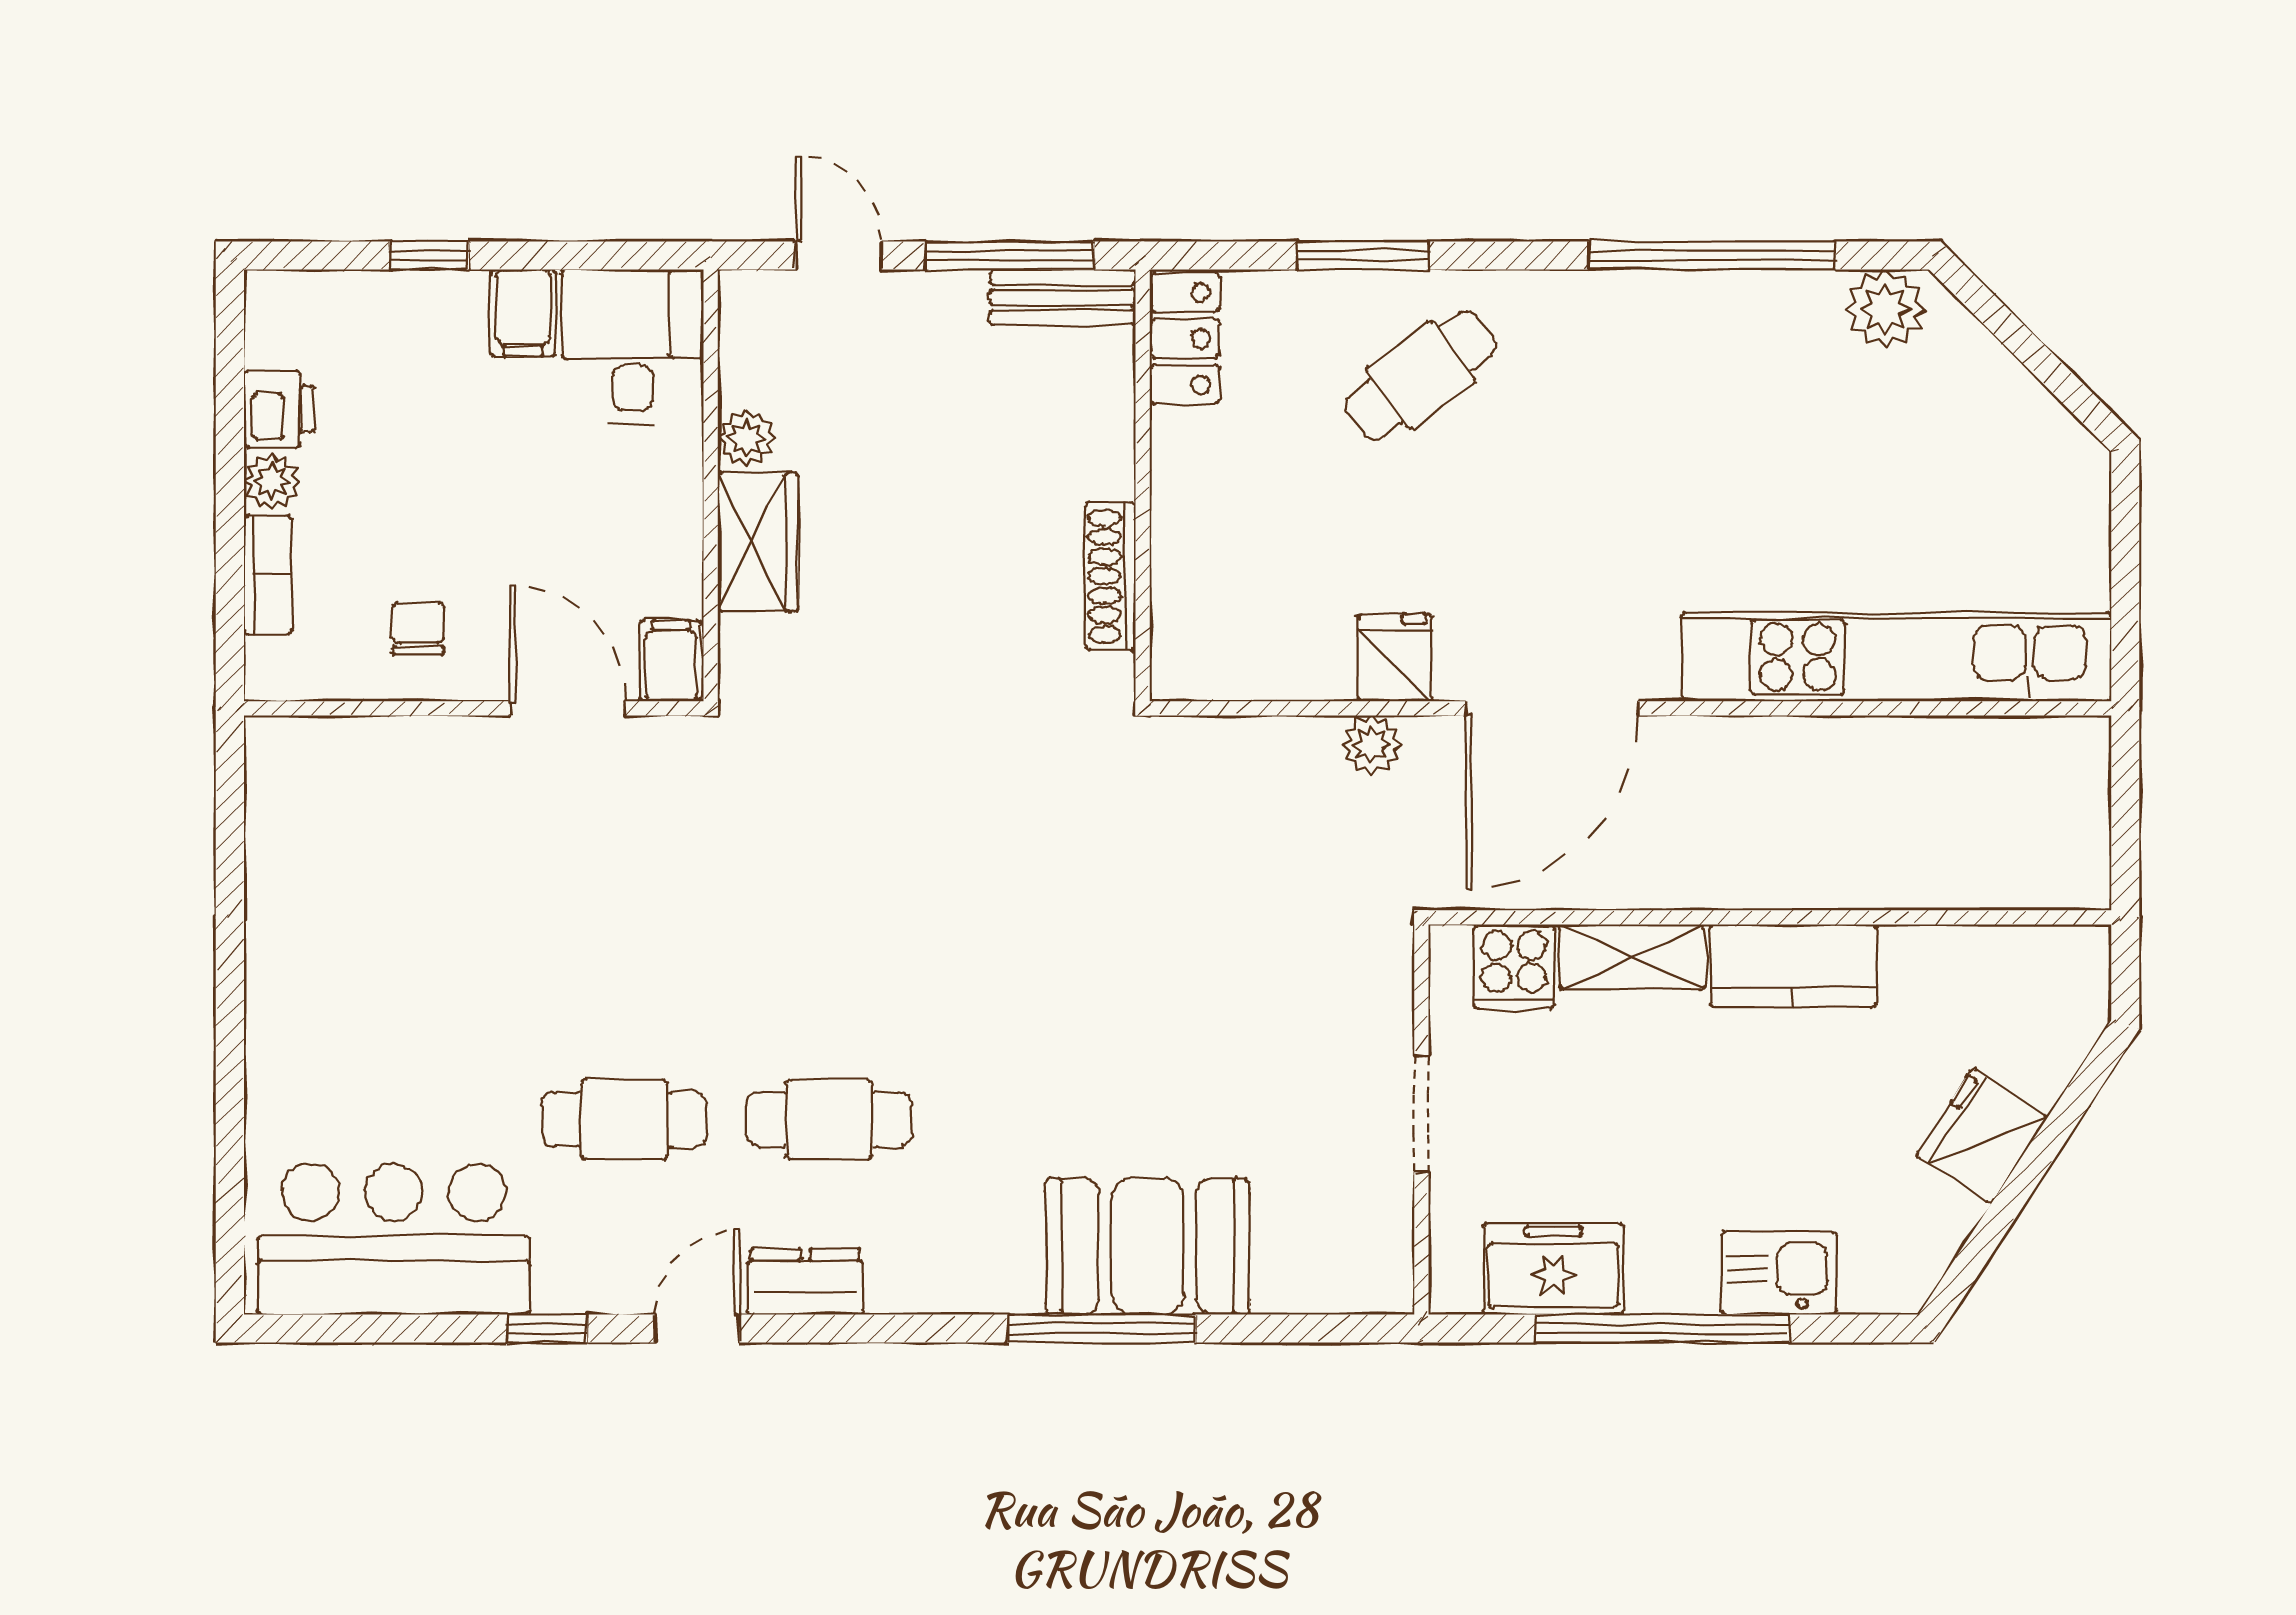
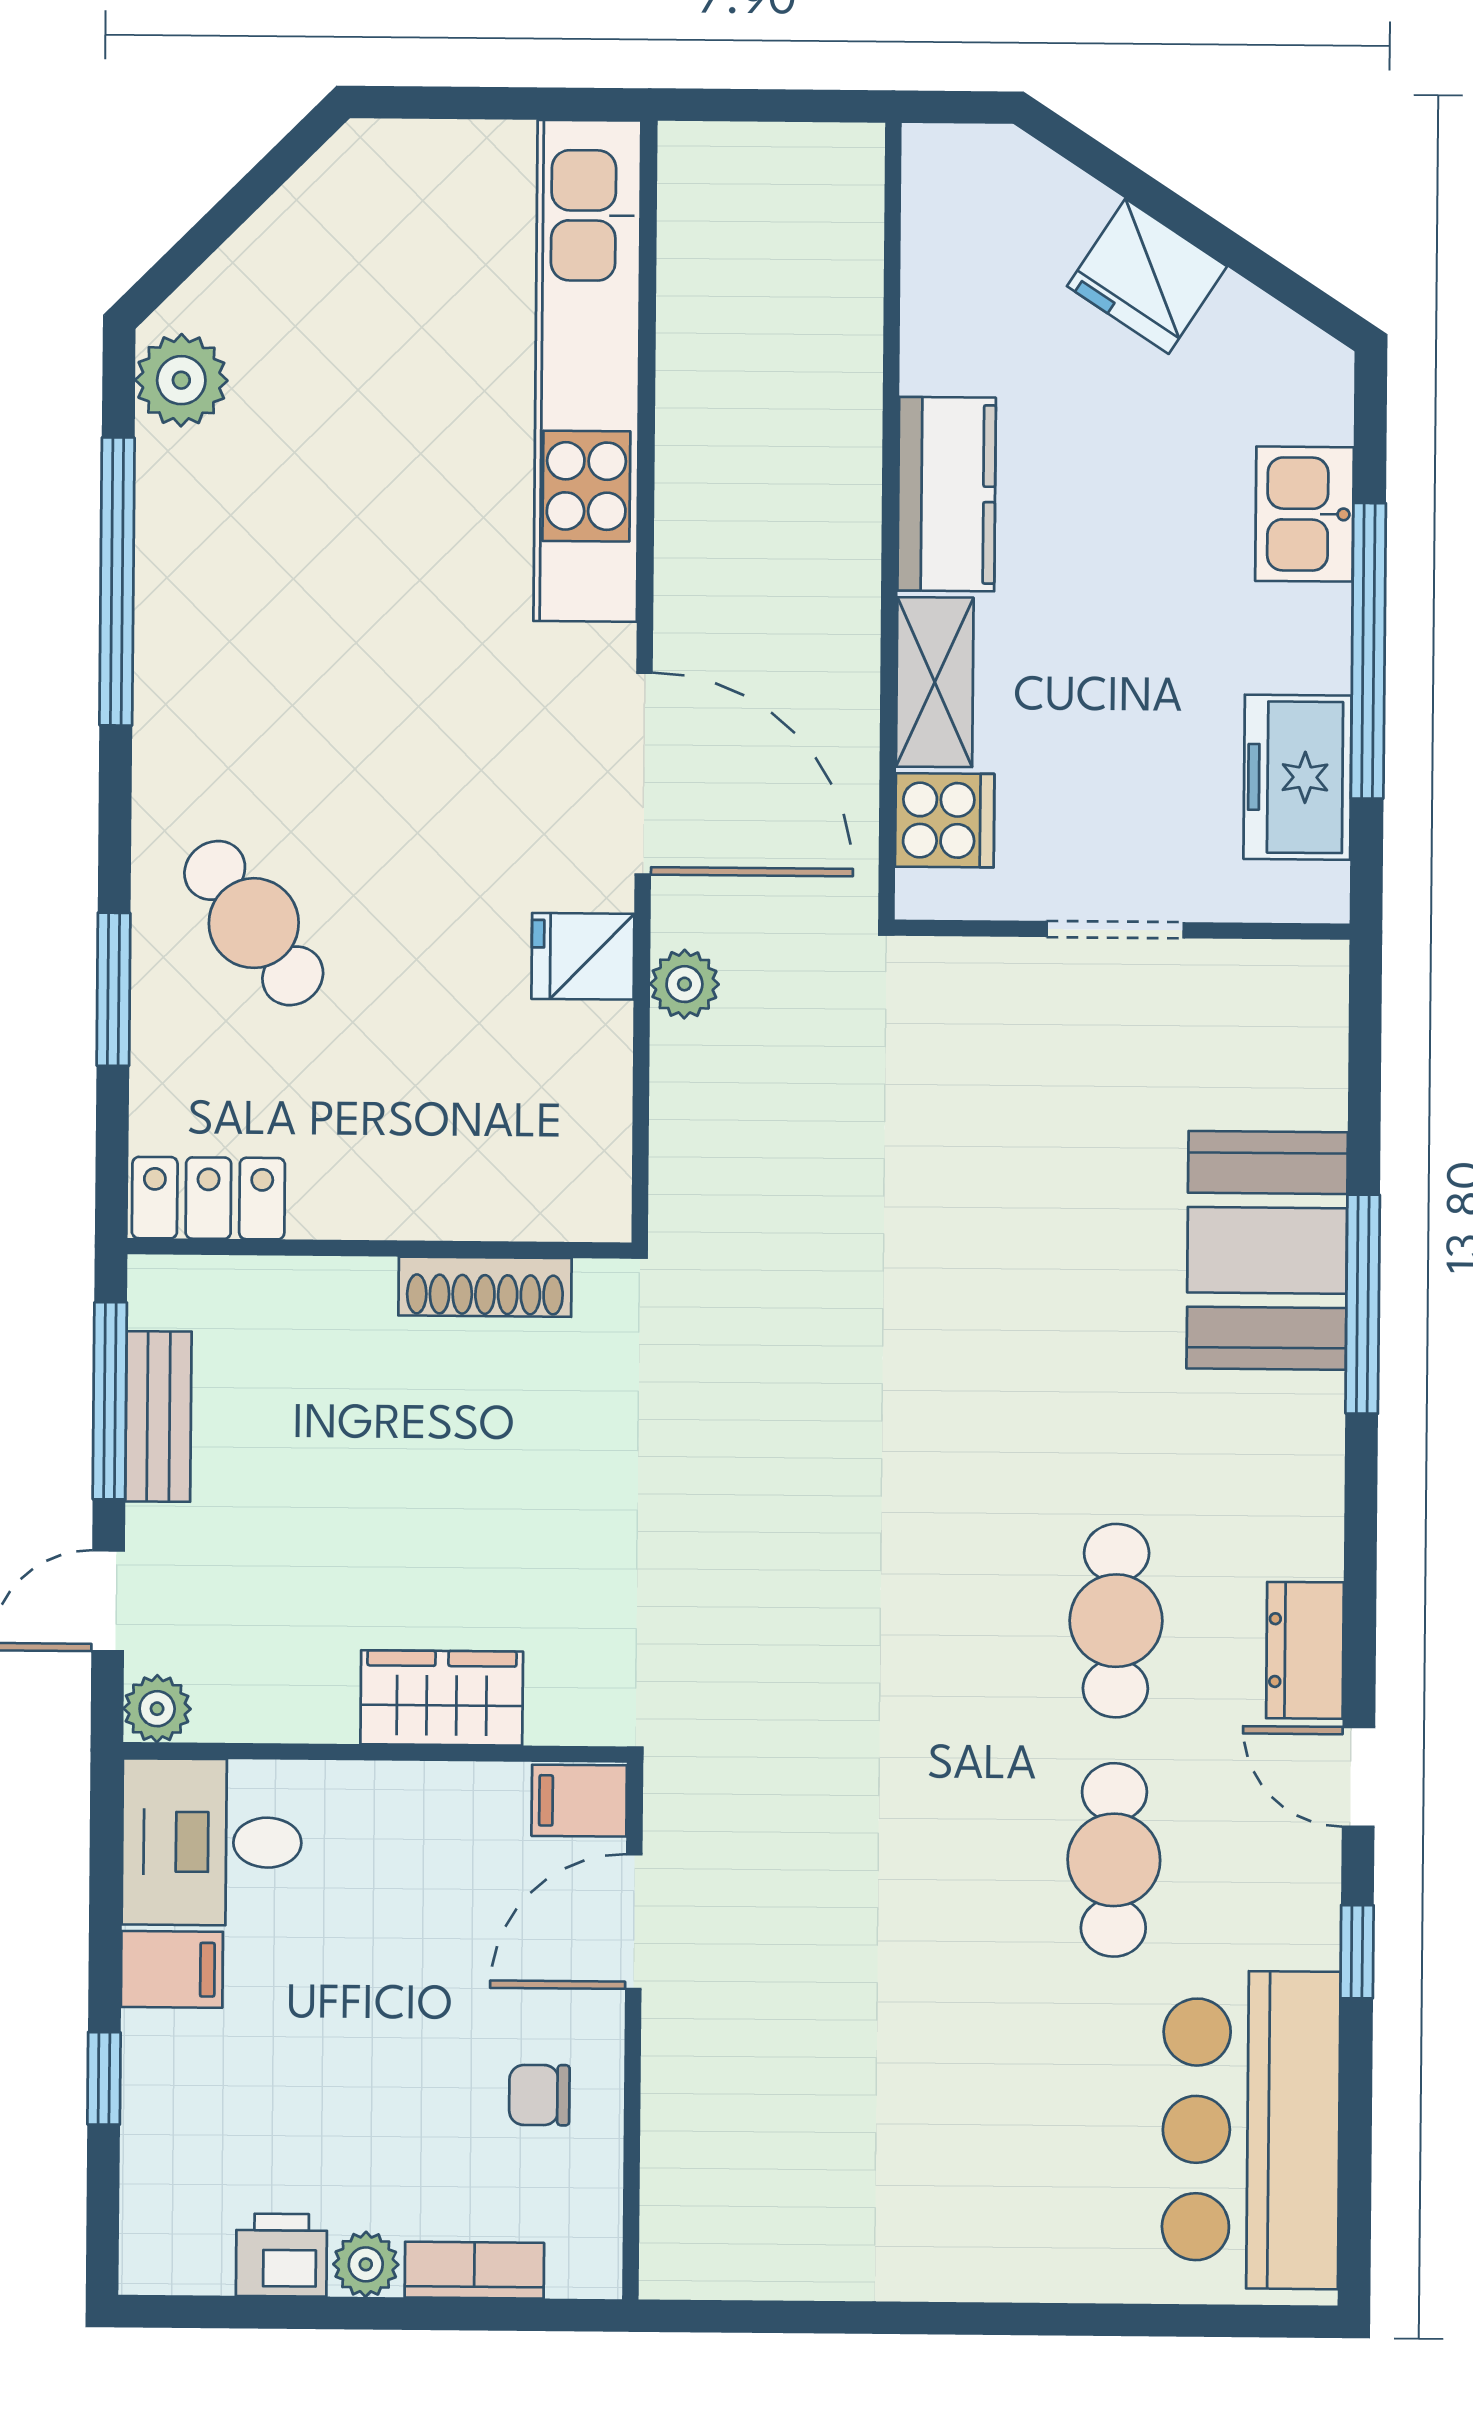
bench: (1063, 297) -> (158, 1416), moved
plant: (746, 438) -> (157, 1709), moved

